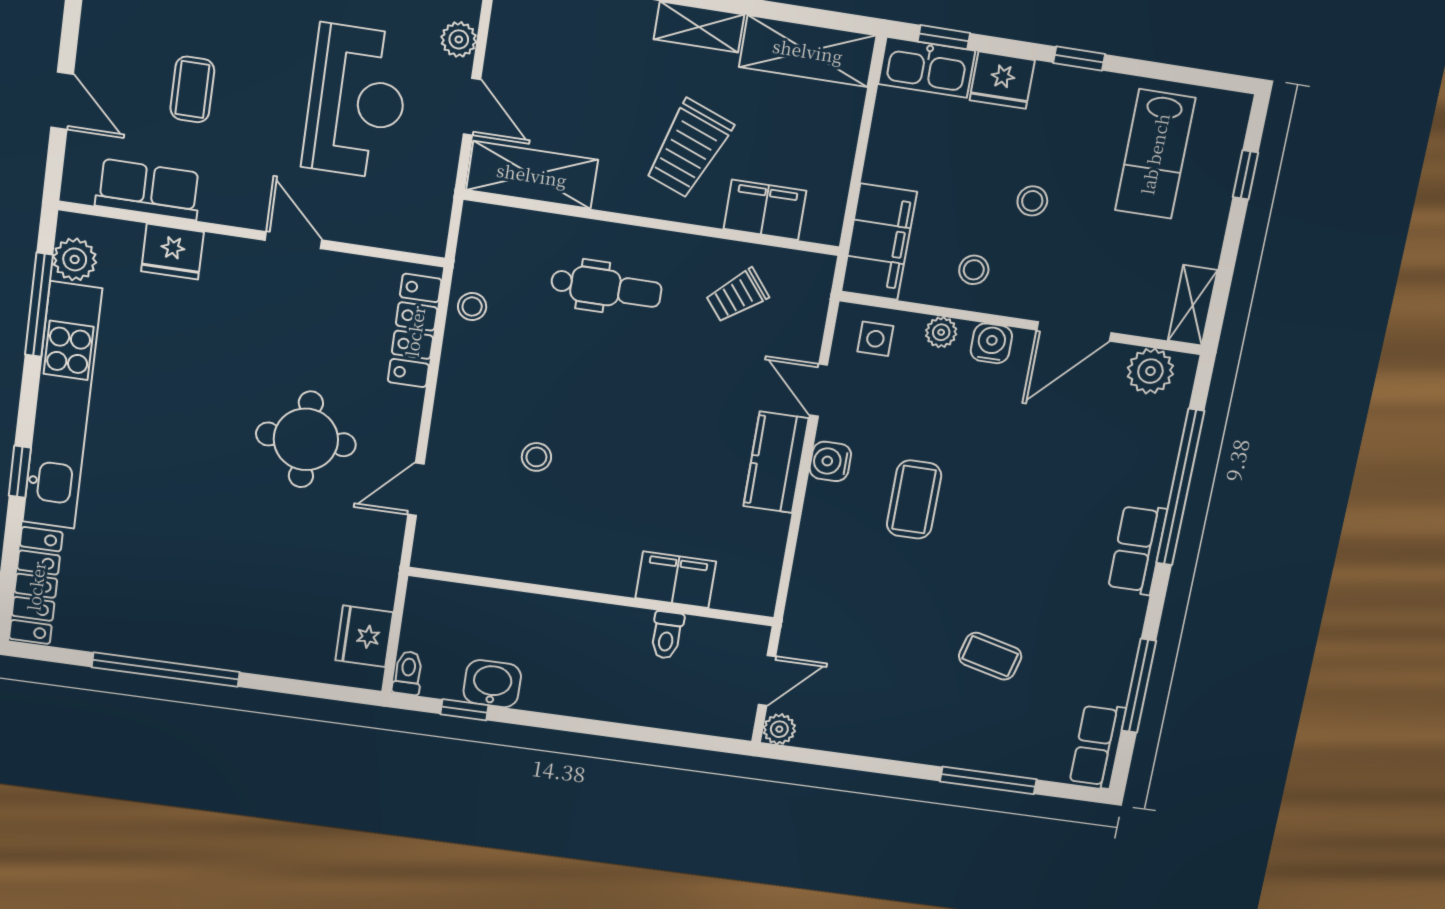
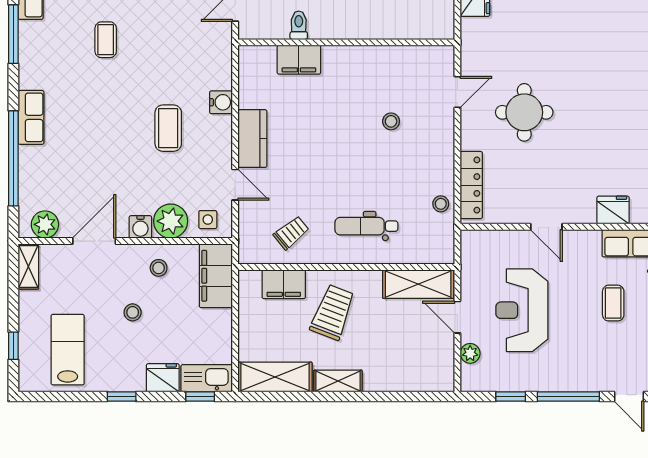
plant: (941, 332) -> (171, 221), width x1.88, depth x1.88
water cooler: (830, 461) -> (221, 102), moved
coffee table: (990, 656) -> (106, 40), turned 76

